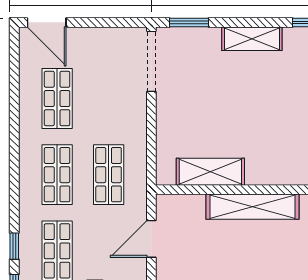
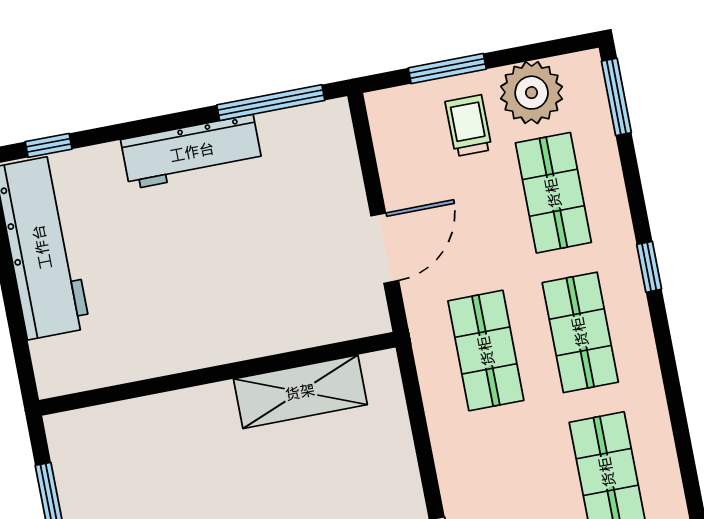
shelving: (253, 207) -> (211, 343), removed
window: (14, 246) -> (649, 267), moved

